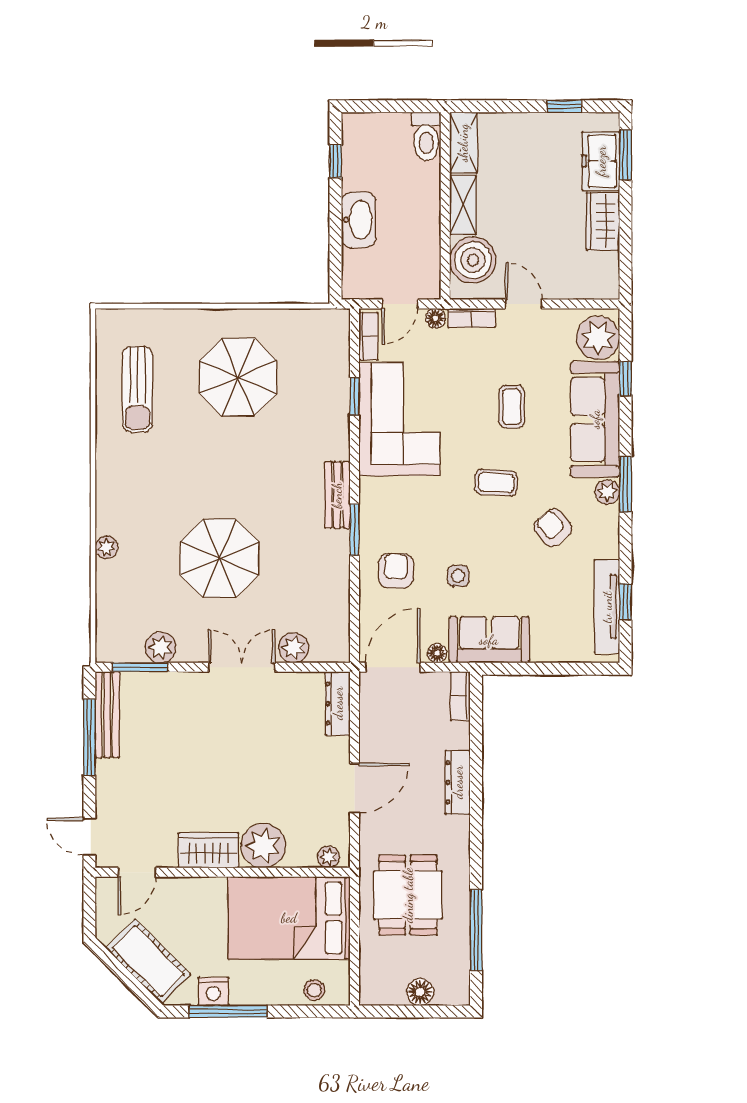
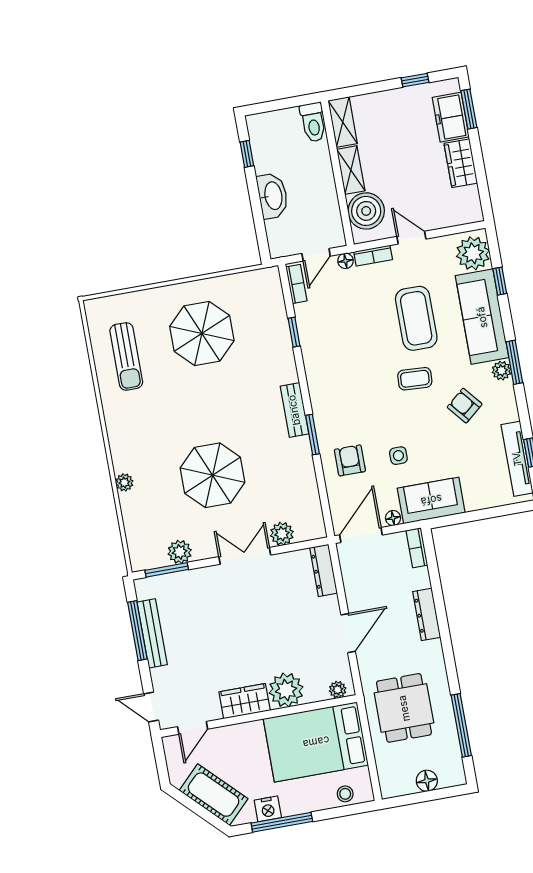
coffee table: (512, 407) -> (416, 318), width x1.86, depth x1.72
corner sofa: (399, 419) -> (332, 343), removed
bench: (107, 715) -> (152, 633), moved

